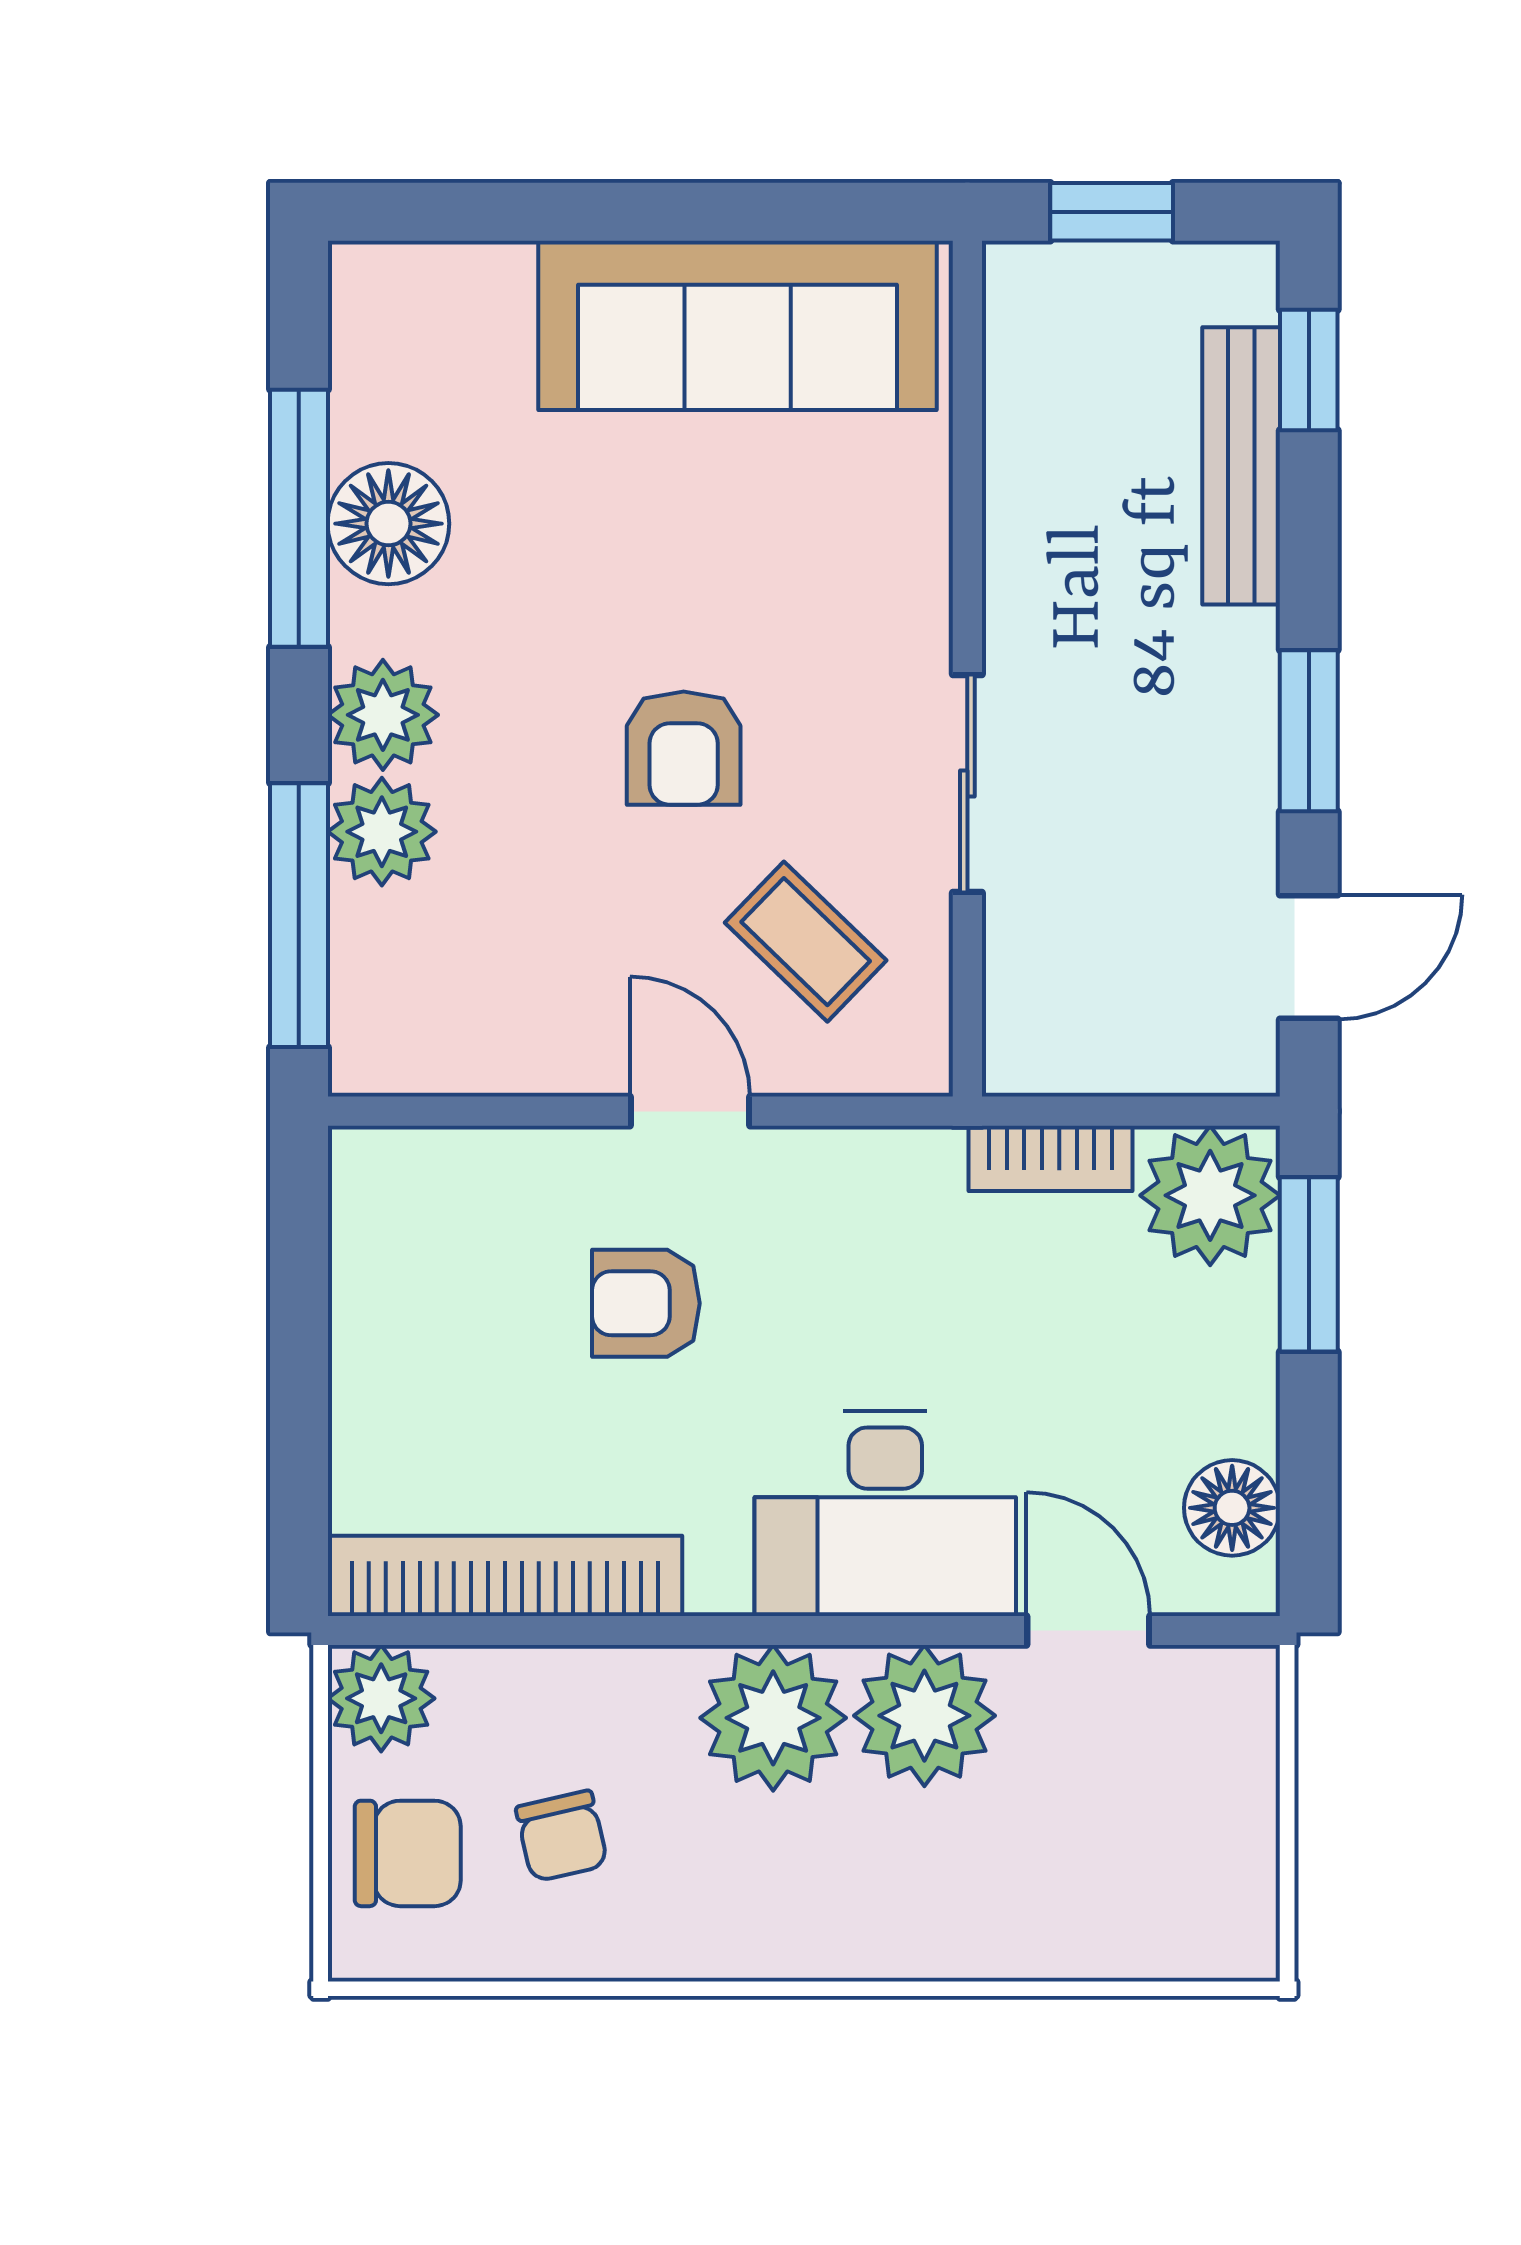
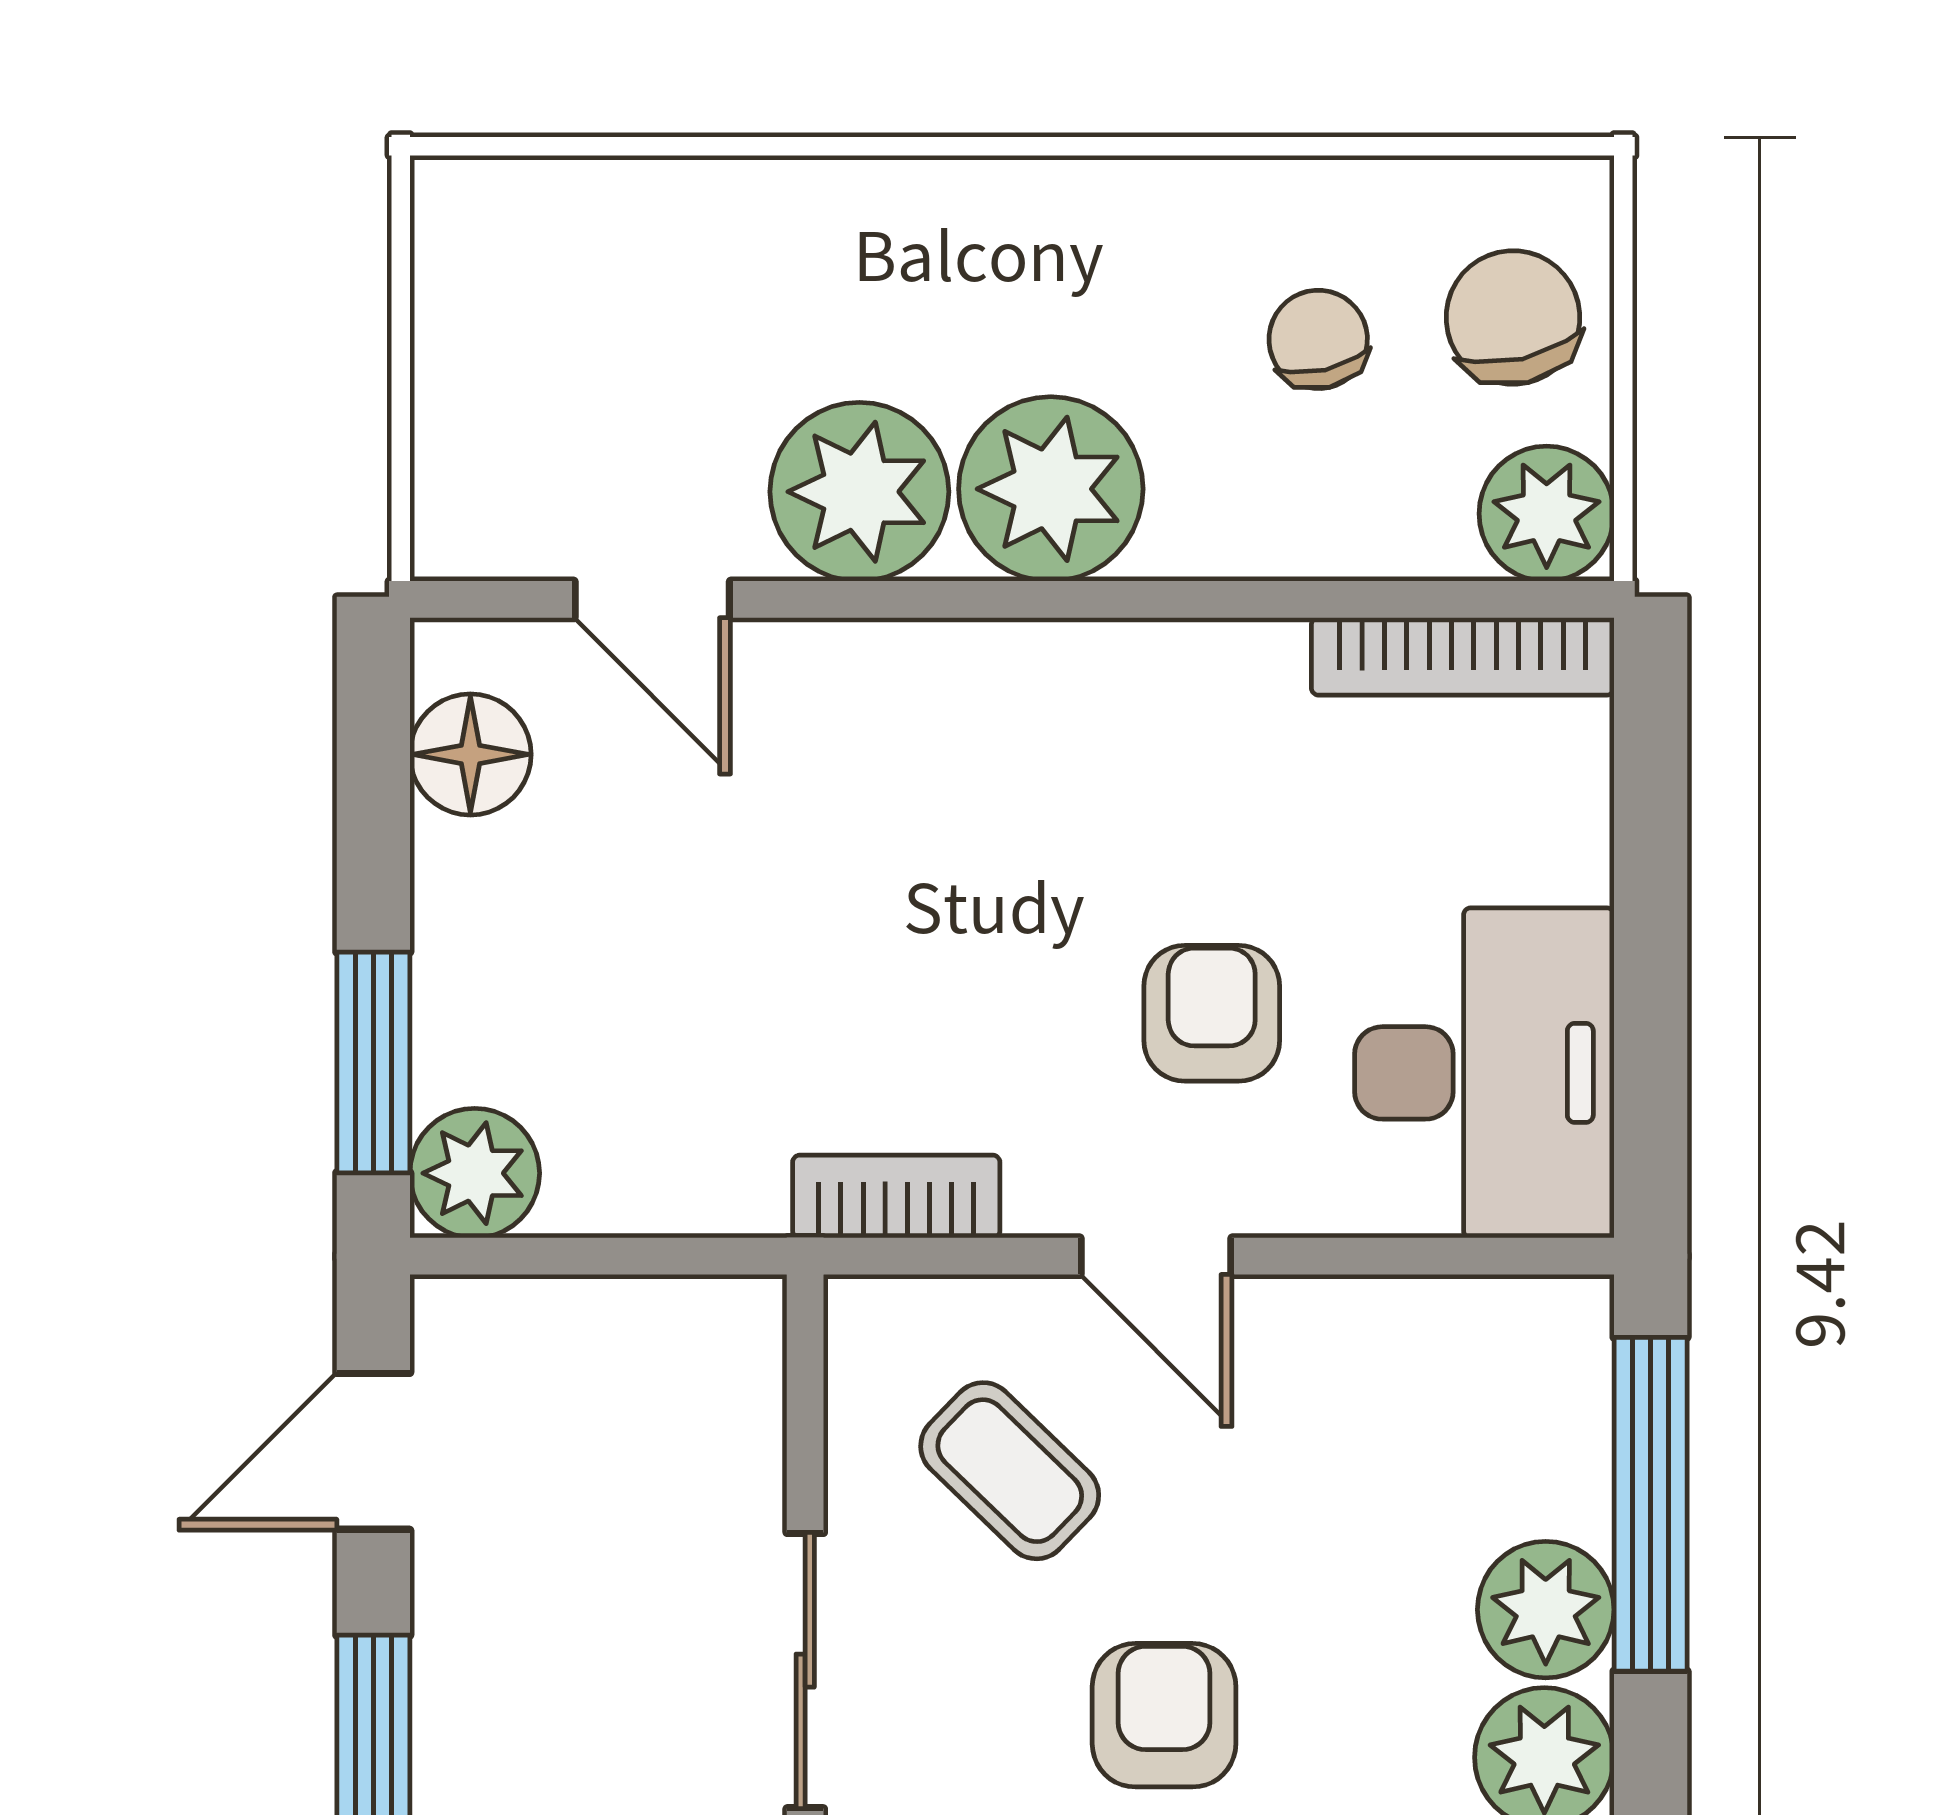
bookcase: (1050, 1158) -> (896, 1197), moved
plant: (1210, 1195) -> (475, 1173), width x0.73, depth x0.73
armchair: (646, 1303) -> (1212, 1013), turned -90
desk: (885, 1514) -> (1484, 1073), moved, turned 90
bookcase: (505, 1576) -> (1463, 656), width x0.68, depth x0.76
chair: (408, 1853) -> (1513, 318), turned 77

